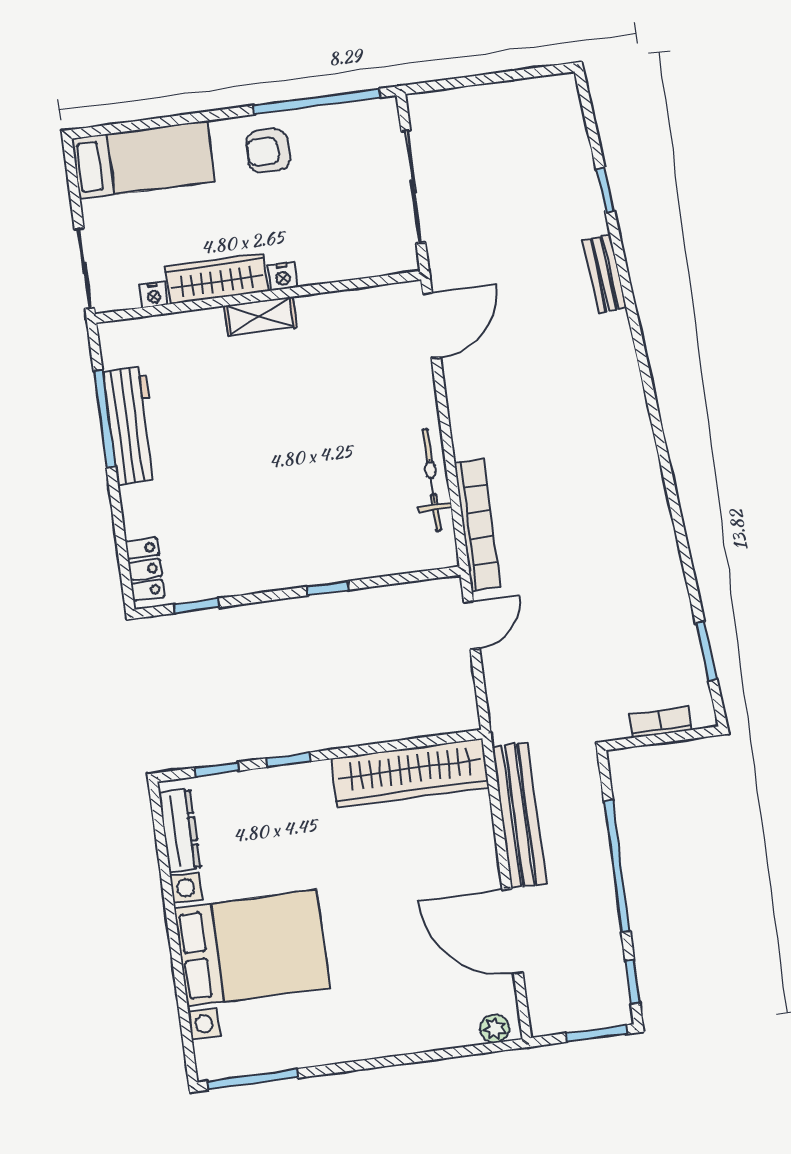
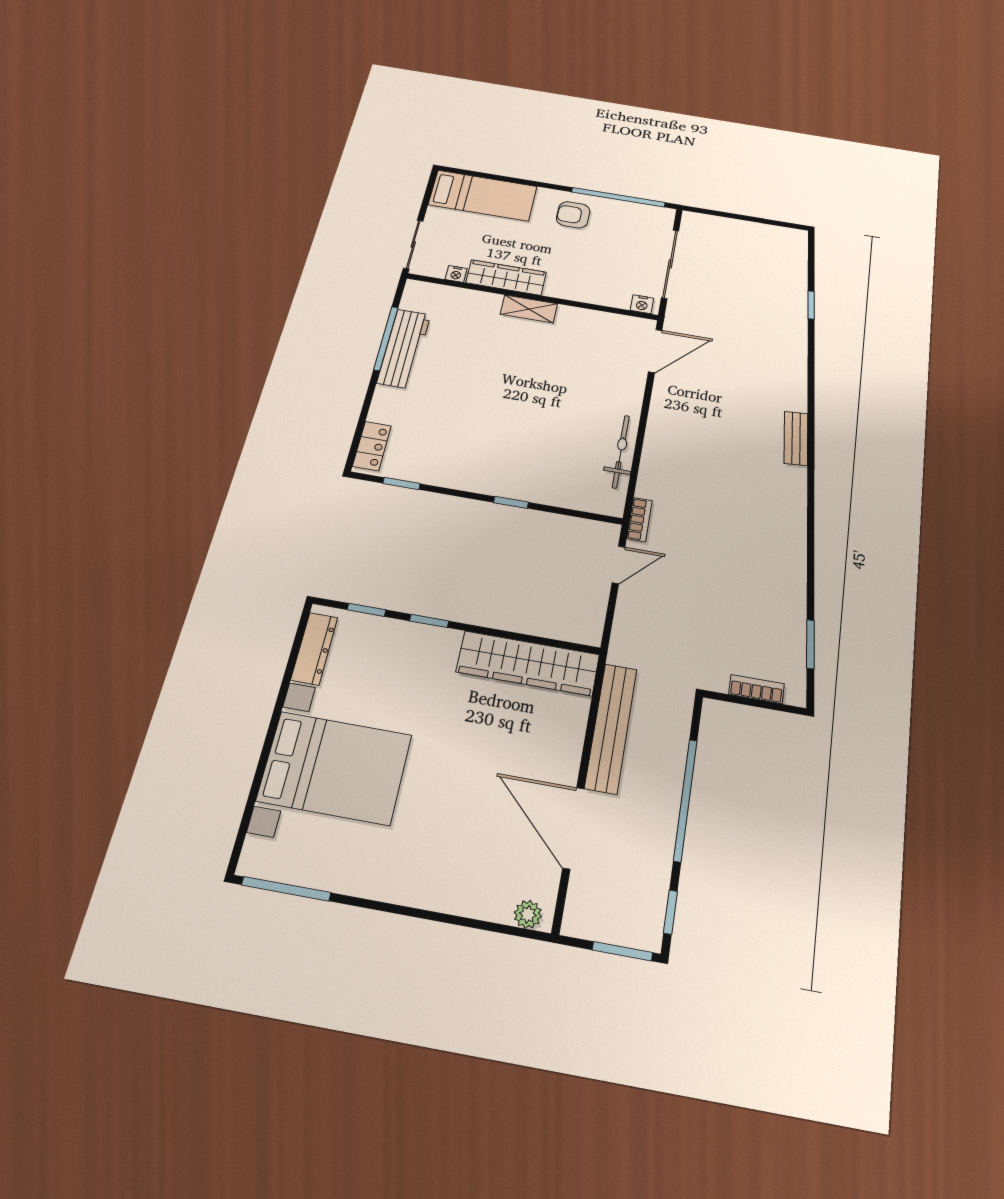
bench: (605, 273) -> (796, 438), moved
nightstand: (283, 276) -> (642, 304), moved
bookcase: (477, 525) -> (639, 520), width x0.43, depth x0.76

